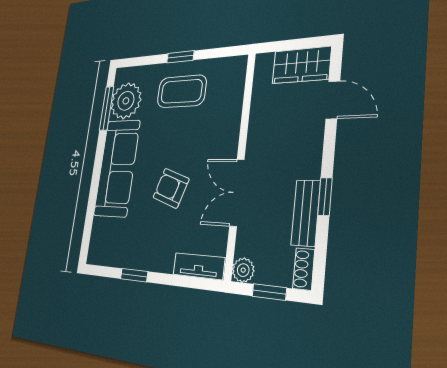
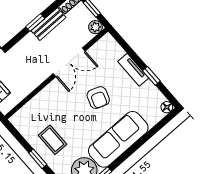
coffee table: (182, 91) -> (52, 140), width x0.73, depth x0.77
floor lamp: (94, 256) -> (167, 107), added
tv unit: (199, 266) -> (133, 70), moved

